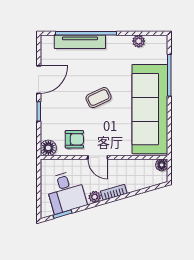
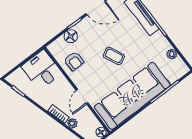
floor lamp: (48, 148) -> (71, 36), moved
door: (98, 157) -> (82, 97), moved
desk: (66, 192) -> (42, 70), moved, turned 106
plant: (95, 197) -> (72, 123), moved

